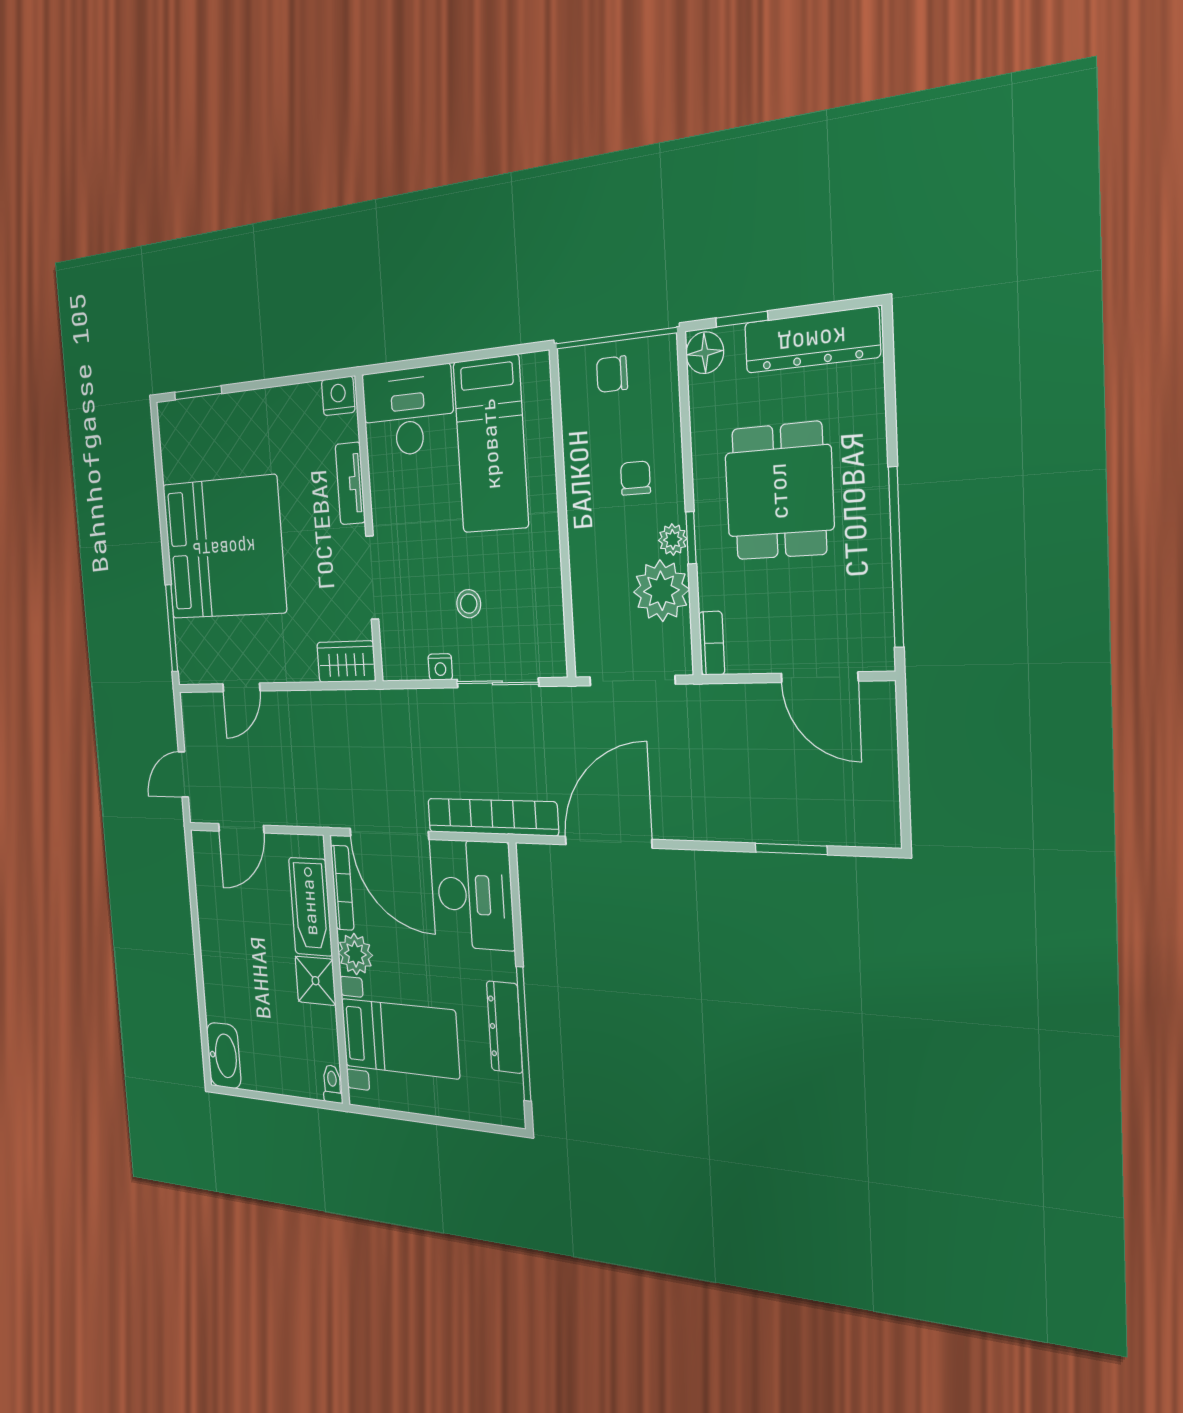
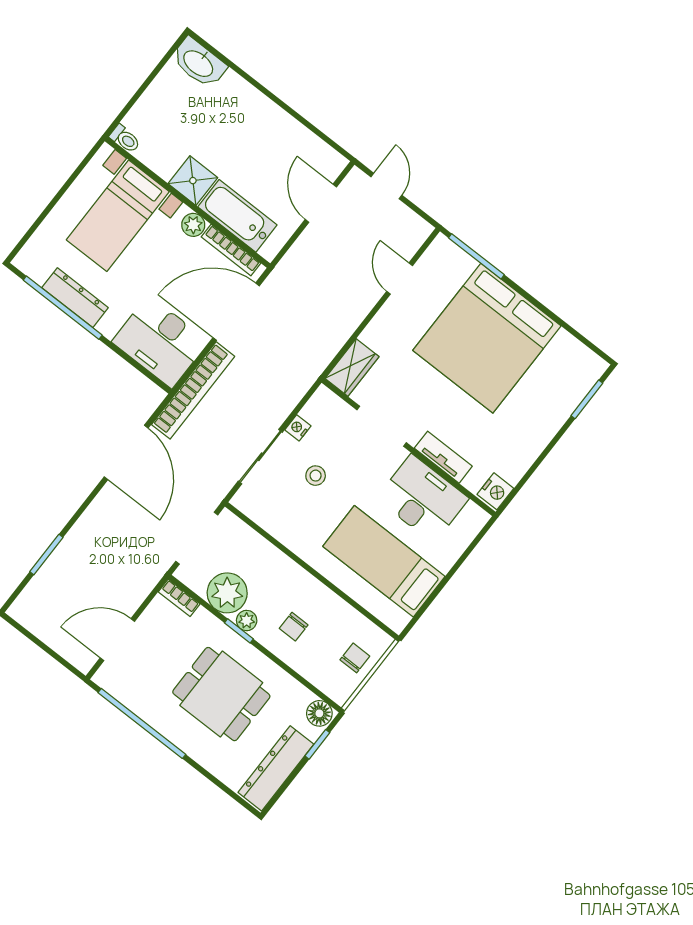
desk: (408, 411) -> (423, 499), moved, turned -90
chair: (635, 478) -> (294, 627), turned 90
plant: (355, 954) -> (193, 225), width x0.73, depth x0.73

